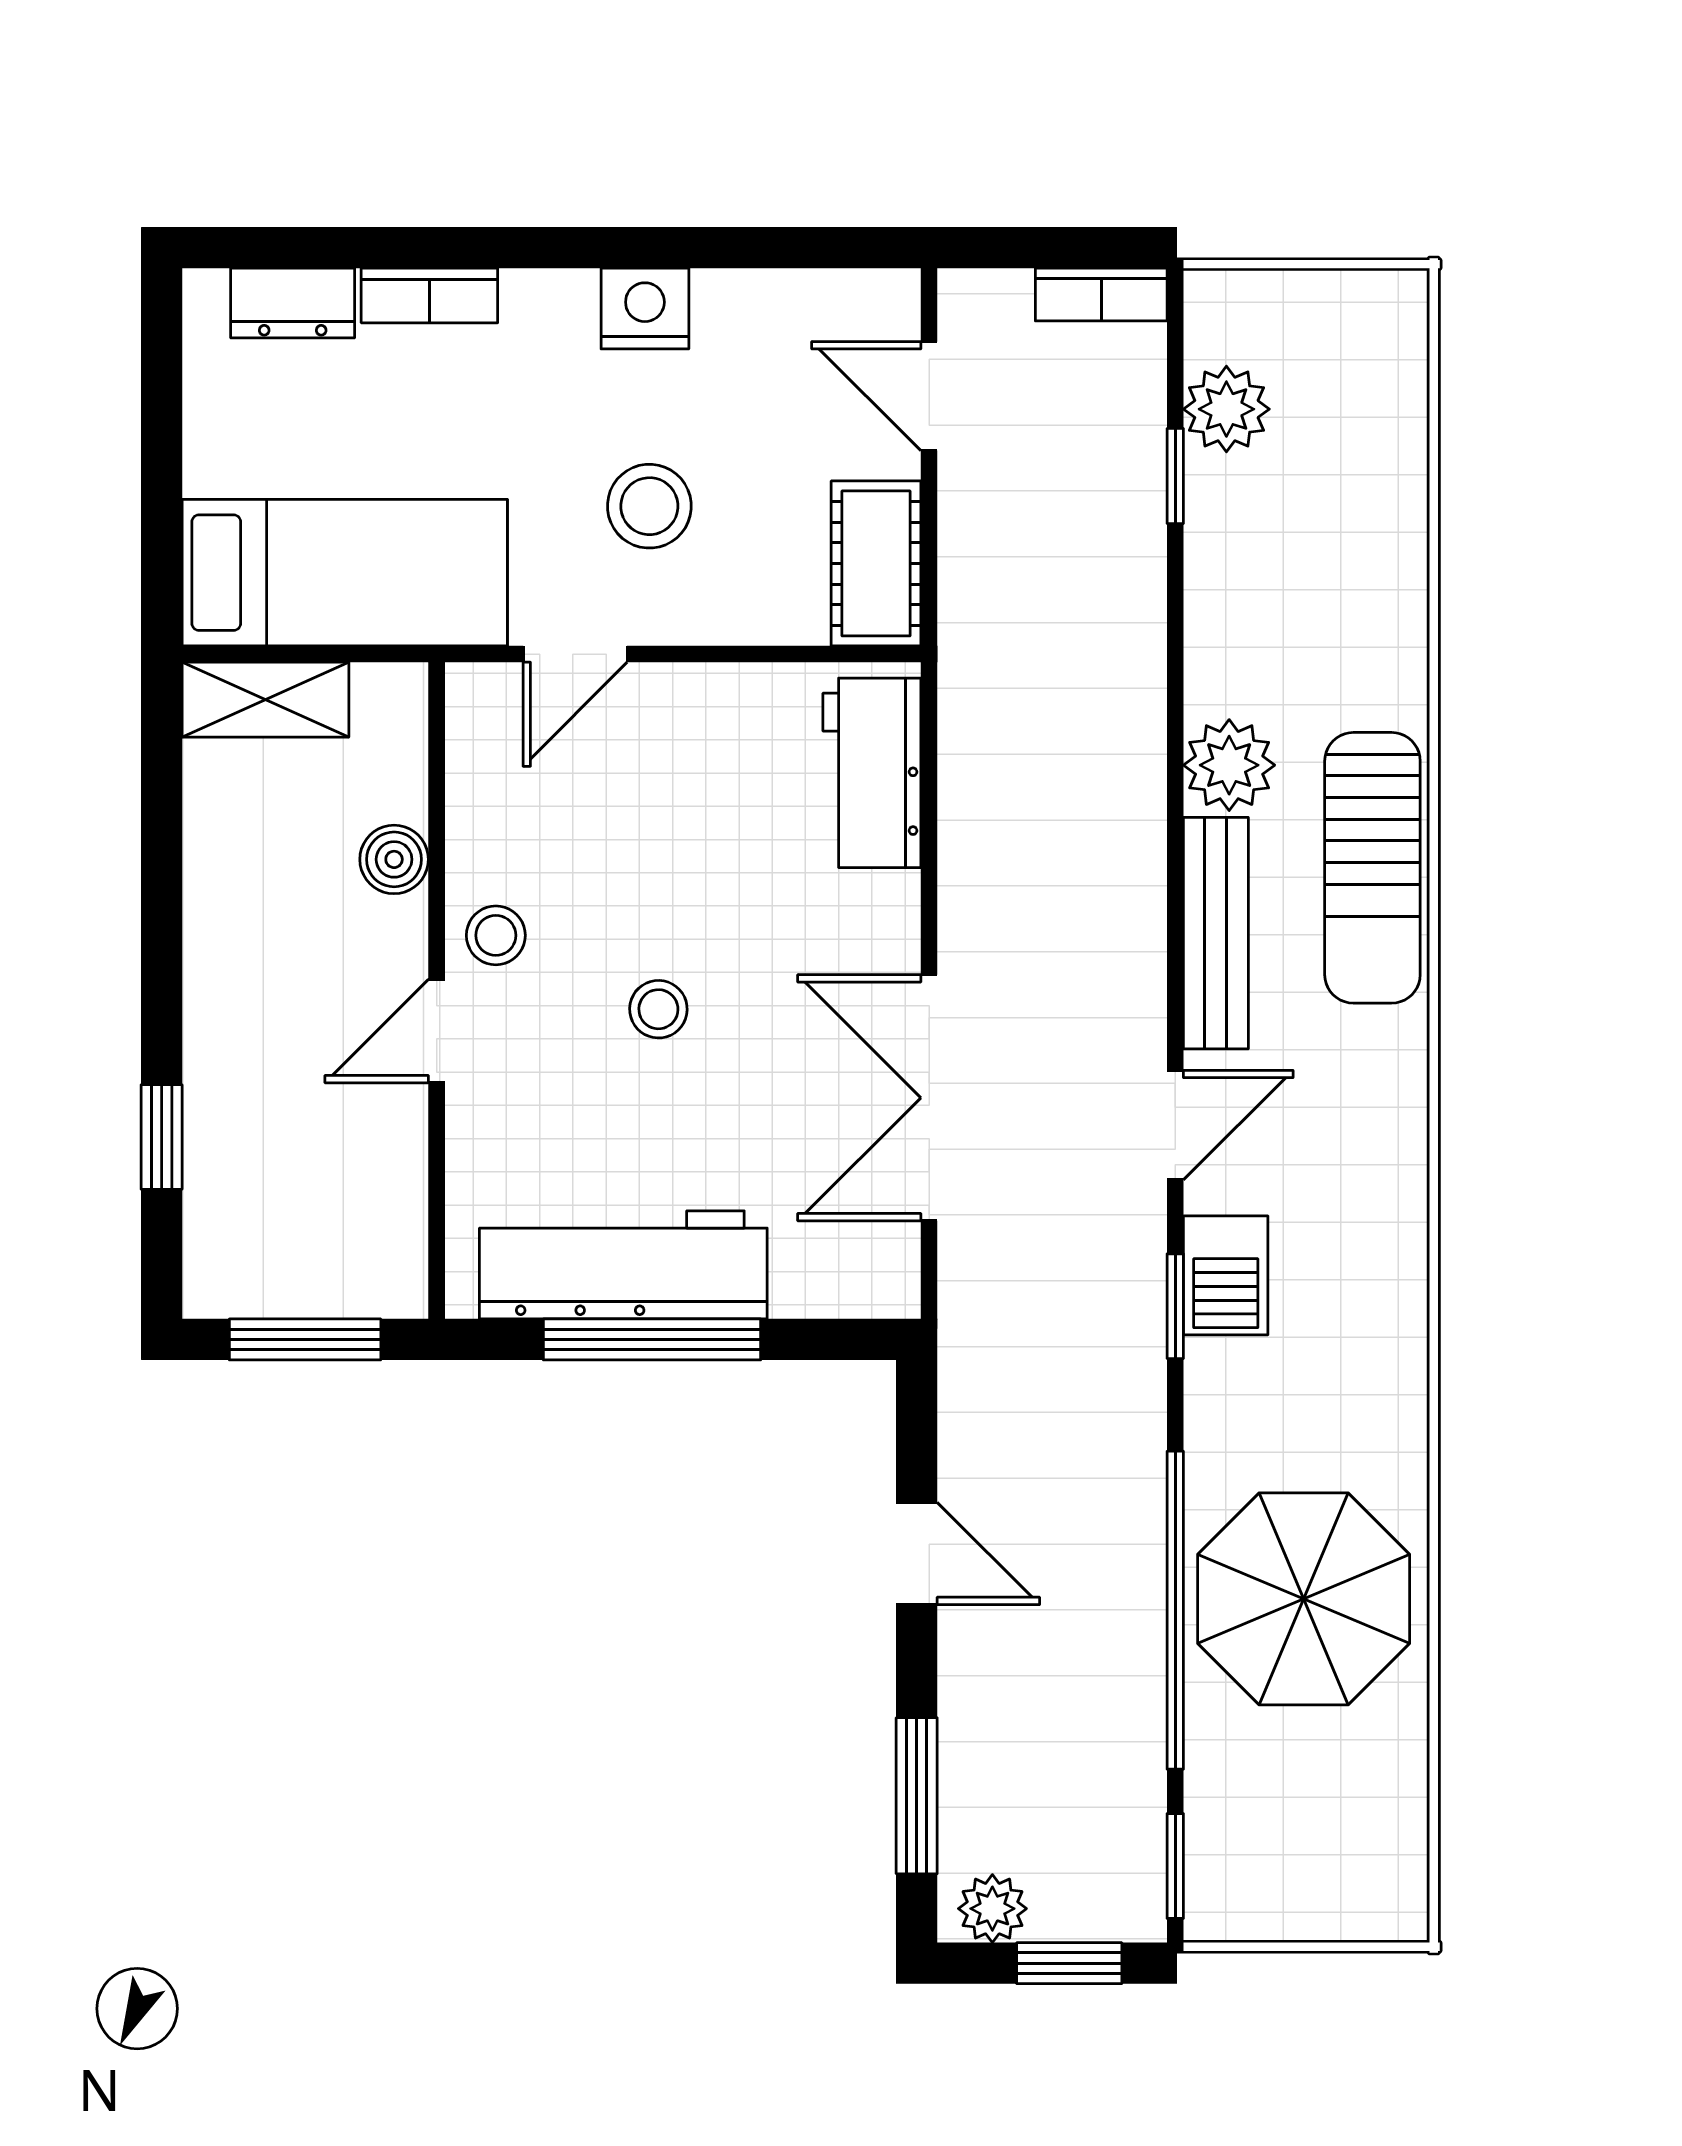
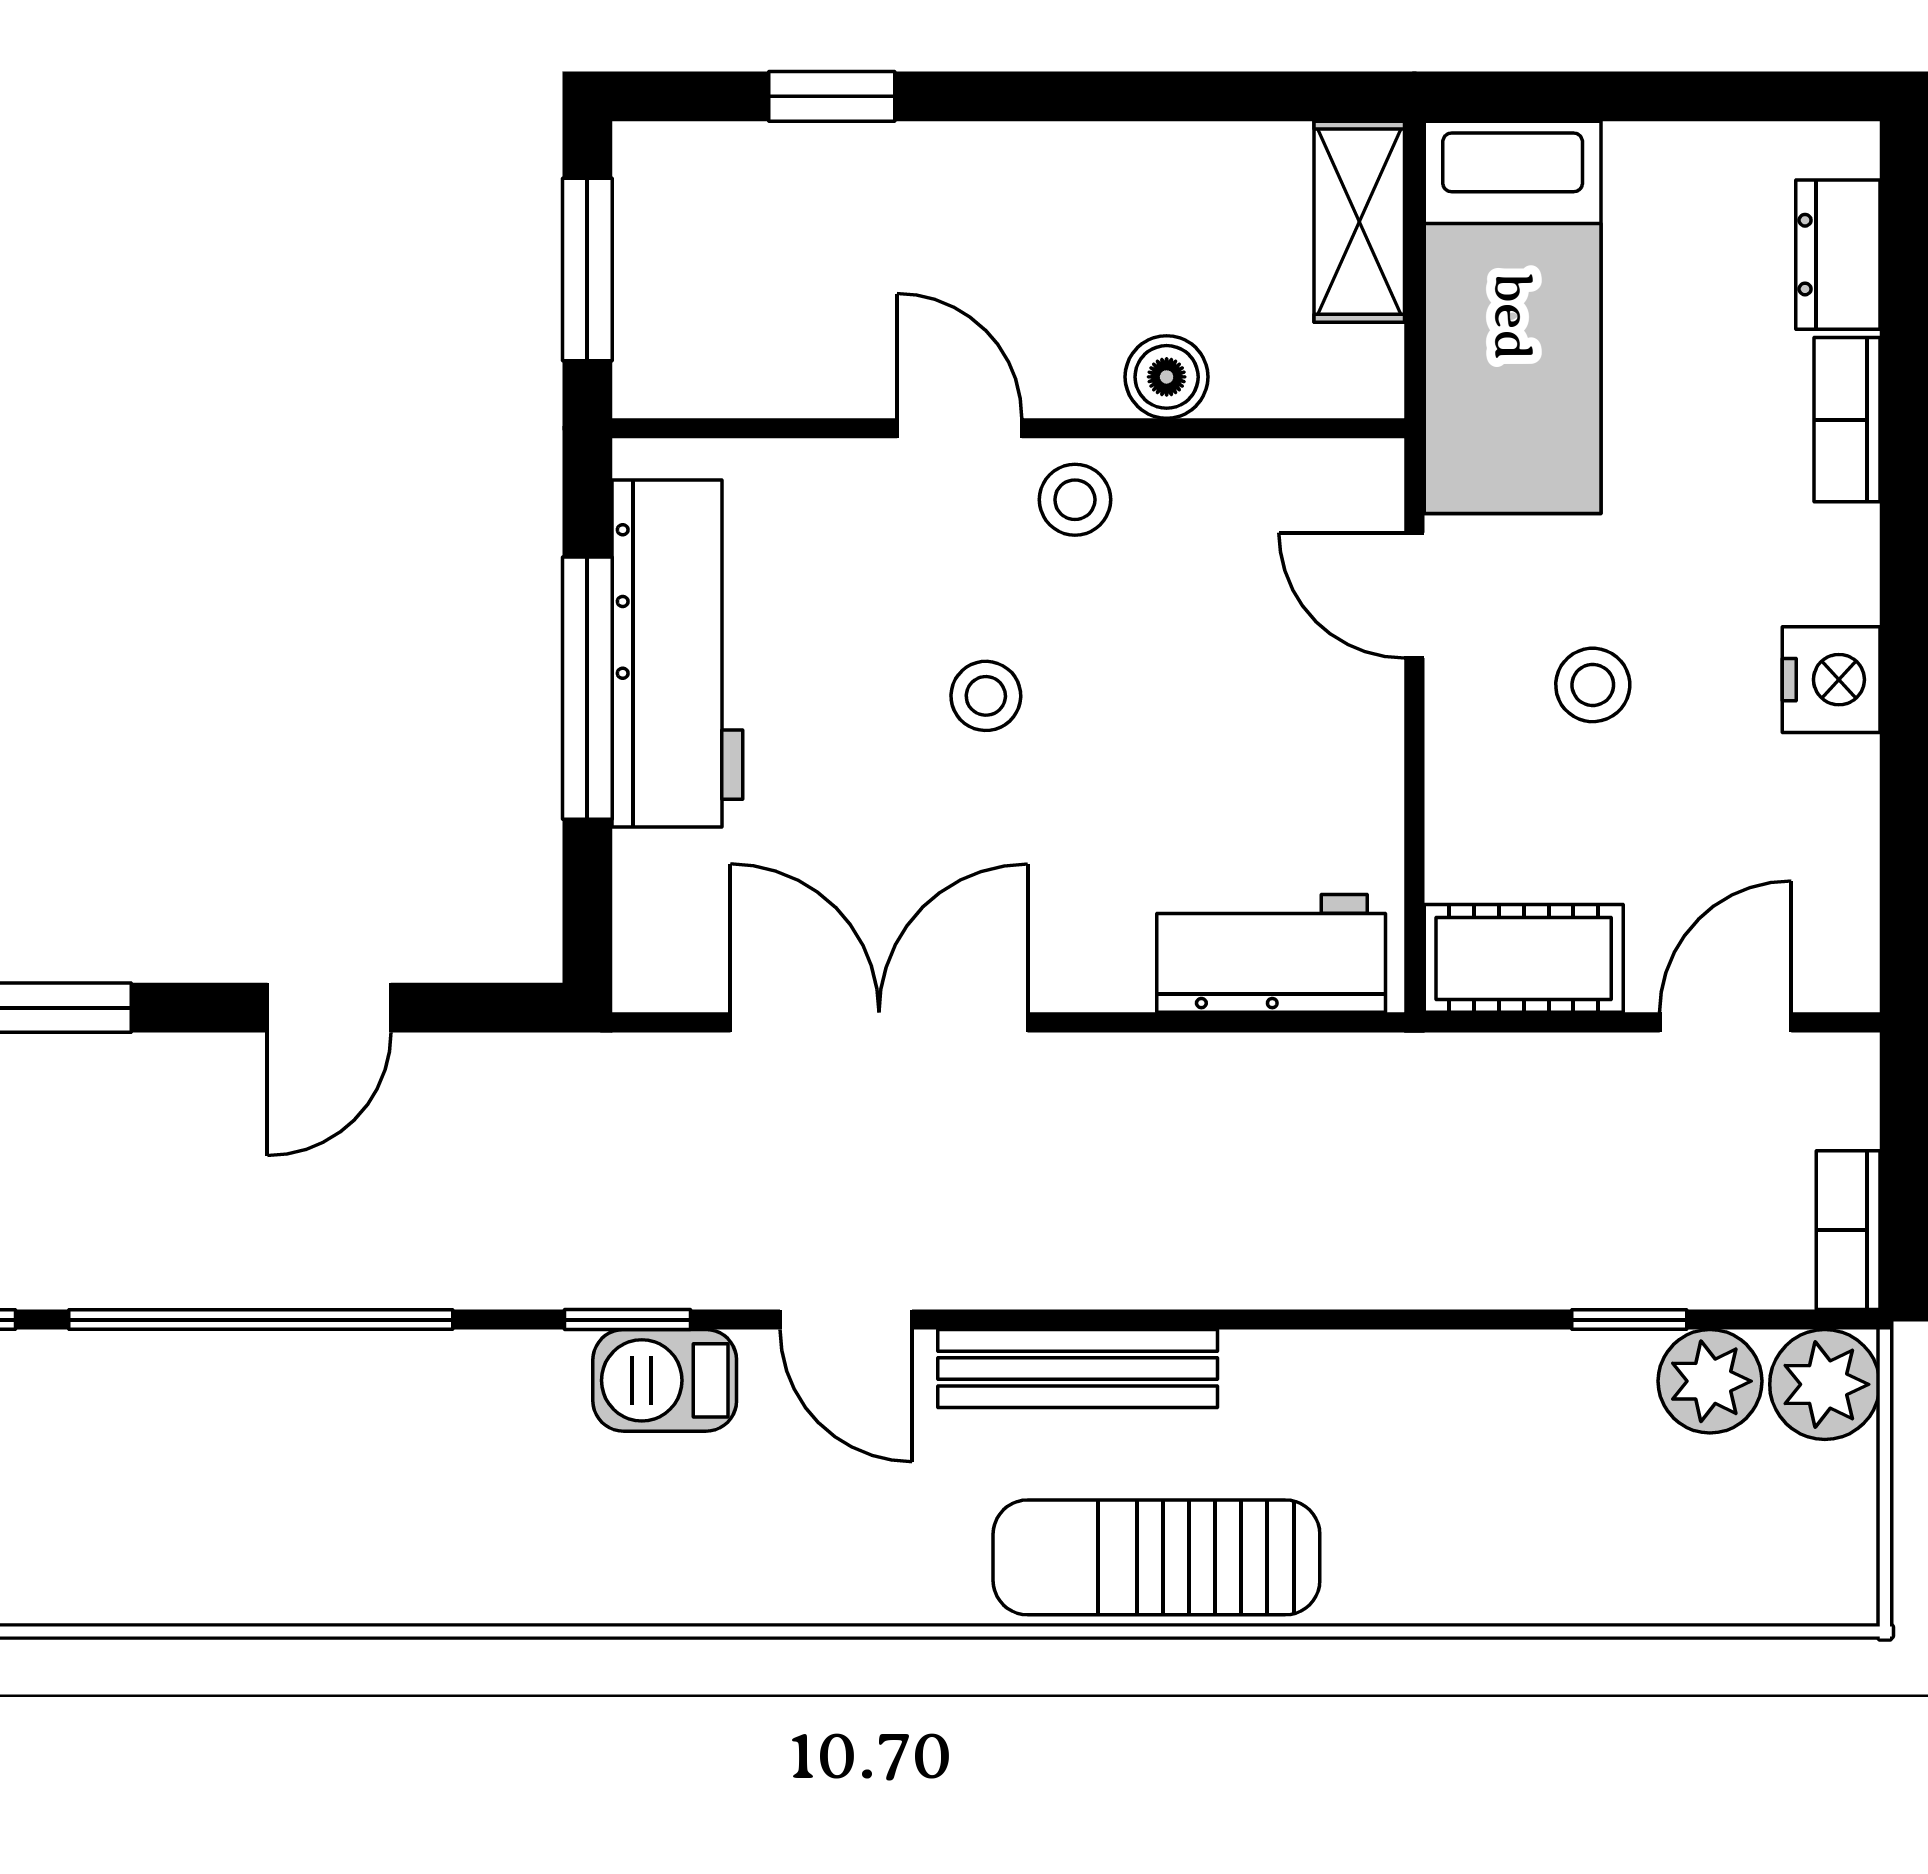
stool: (649, 506) -> (1593, 685), width x0.73, depth x0.73
plant: (1229, 765) -> (1825, 1384), moved
parasol: (1304, 1599) -> (274, 1474), removed

